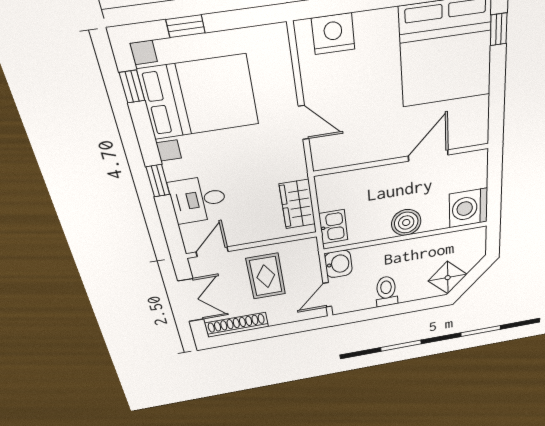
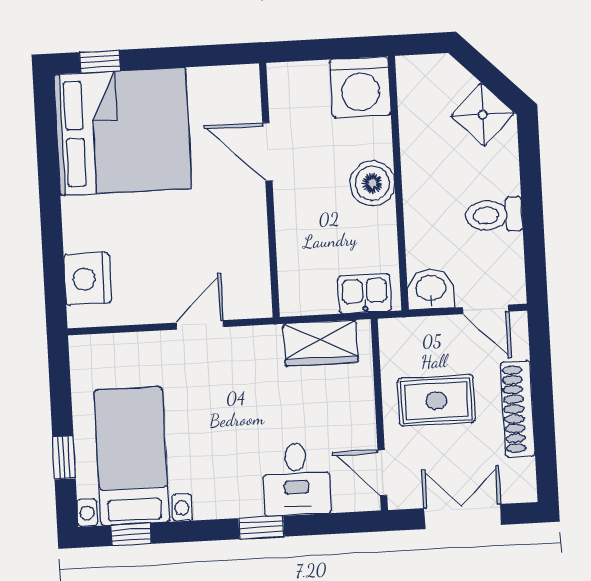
bed with nightstands: (199, 97) -> (132, 456), width x0.73
shoe rack: (237, 325) -> (518, 409), moved

